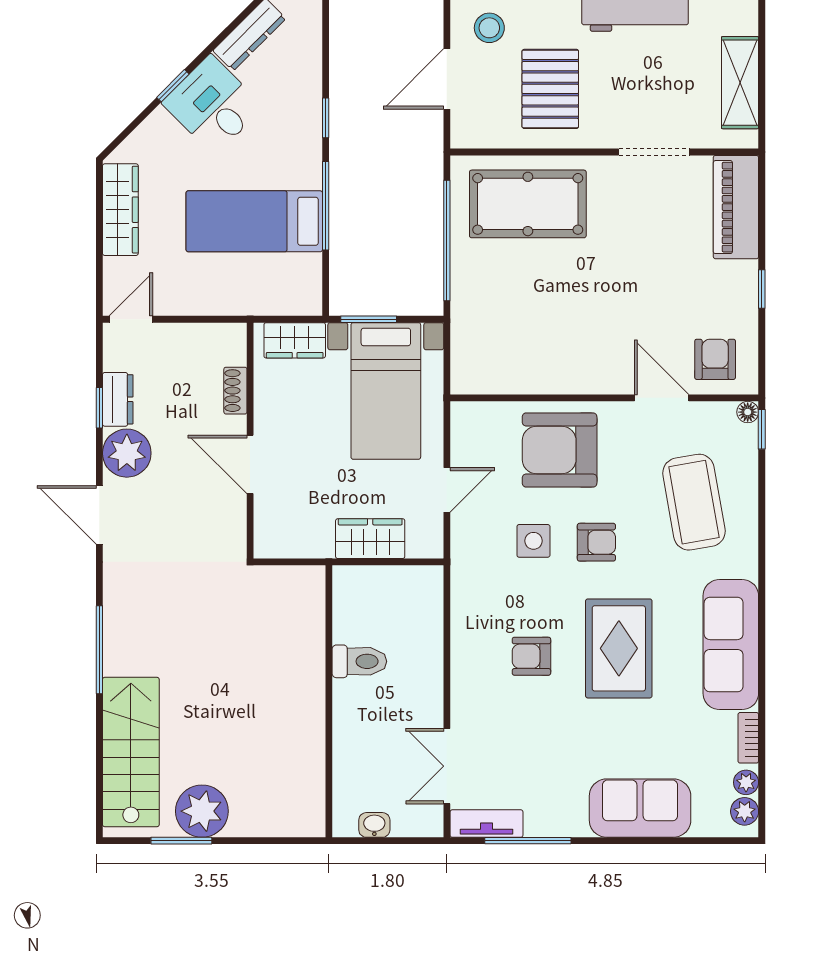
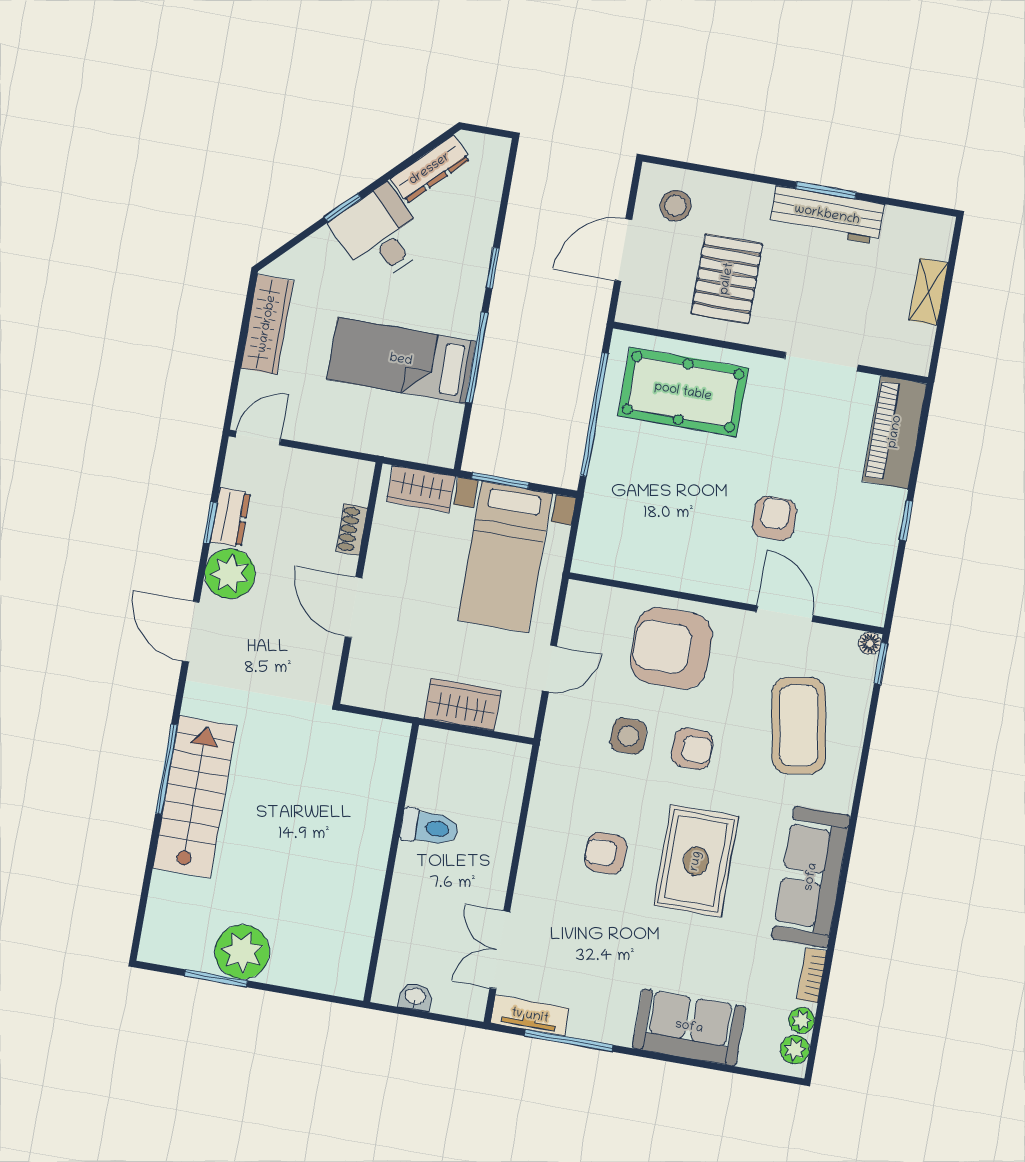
shelving: (740, 83) -> (929, 292), width x0.67, depth x0.75
armchair: (715, 359) -> (774, 518), moved
stairs: (131, 752) -> (195, 797), moved

